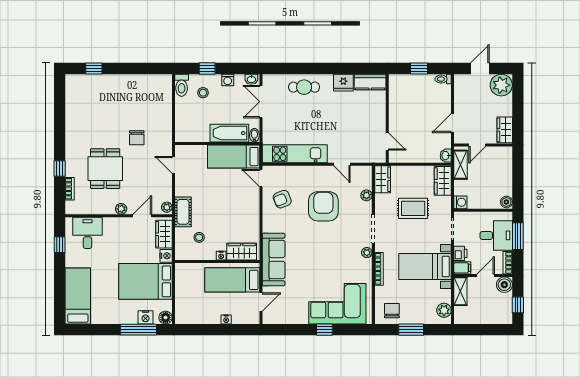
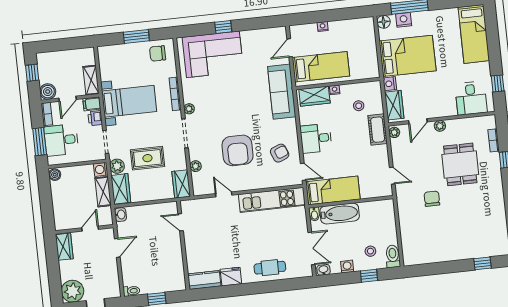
shelving: (461, 165) -> (103, 192), moved
desk: (245, 210) -> (316, 138), added
plant: (444, 310) -> (117, 166), moved
chair: (392, 311) -> (158, 53), turned 90

